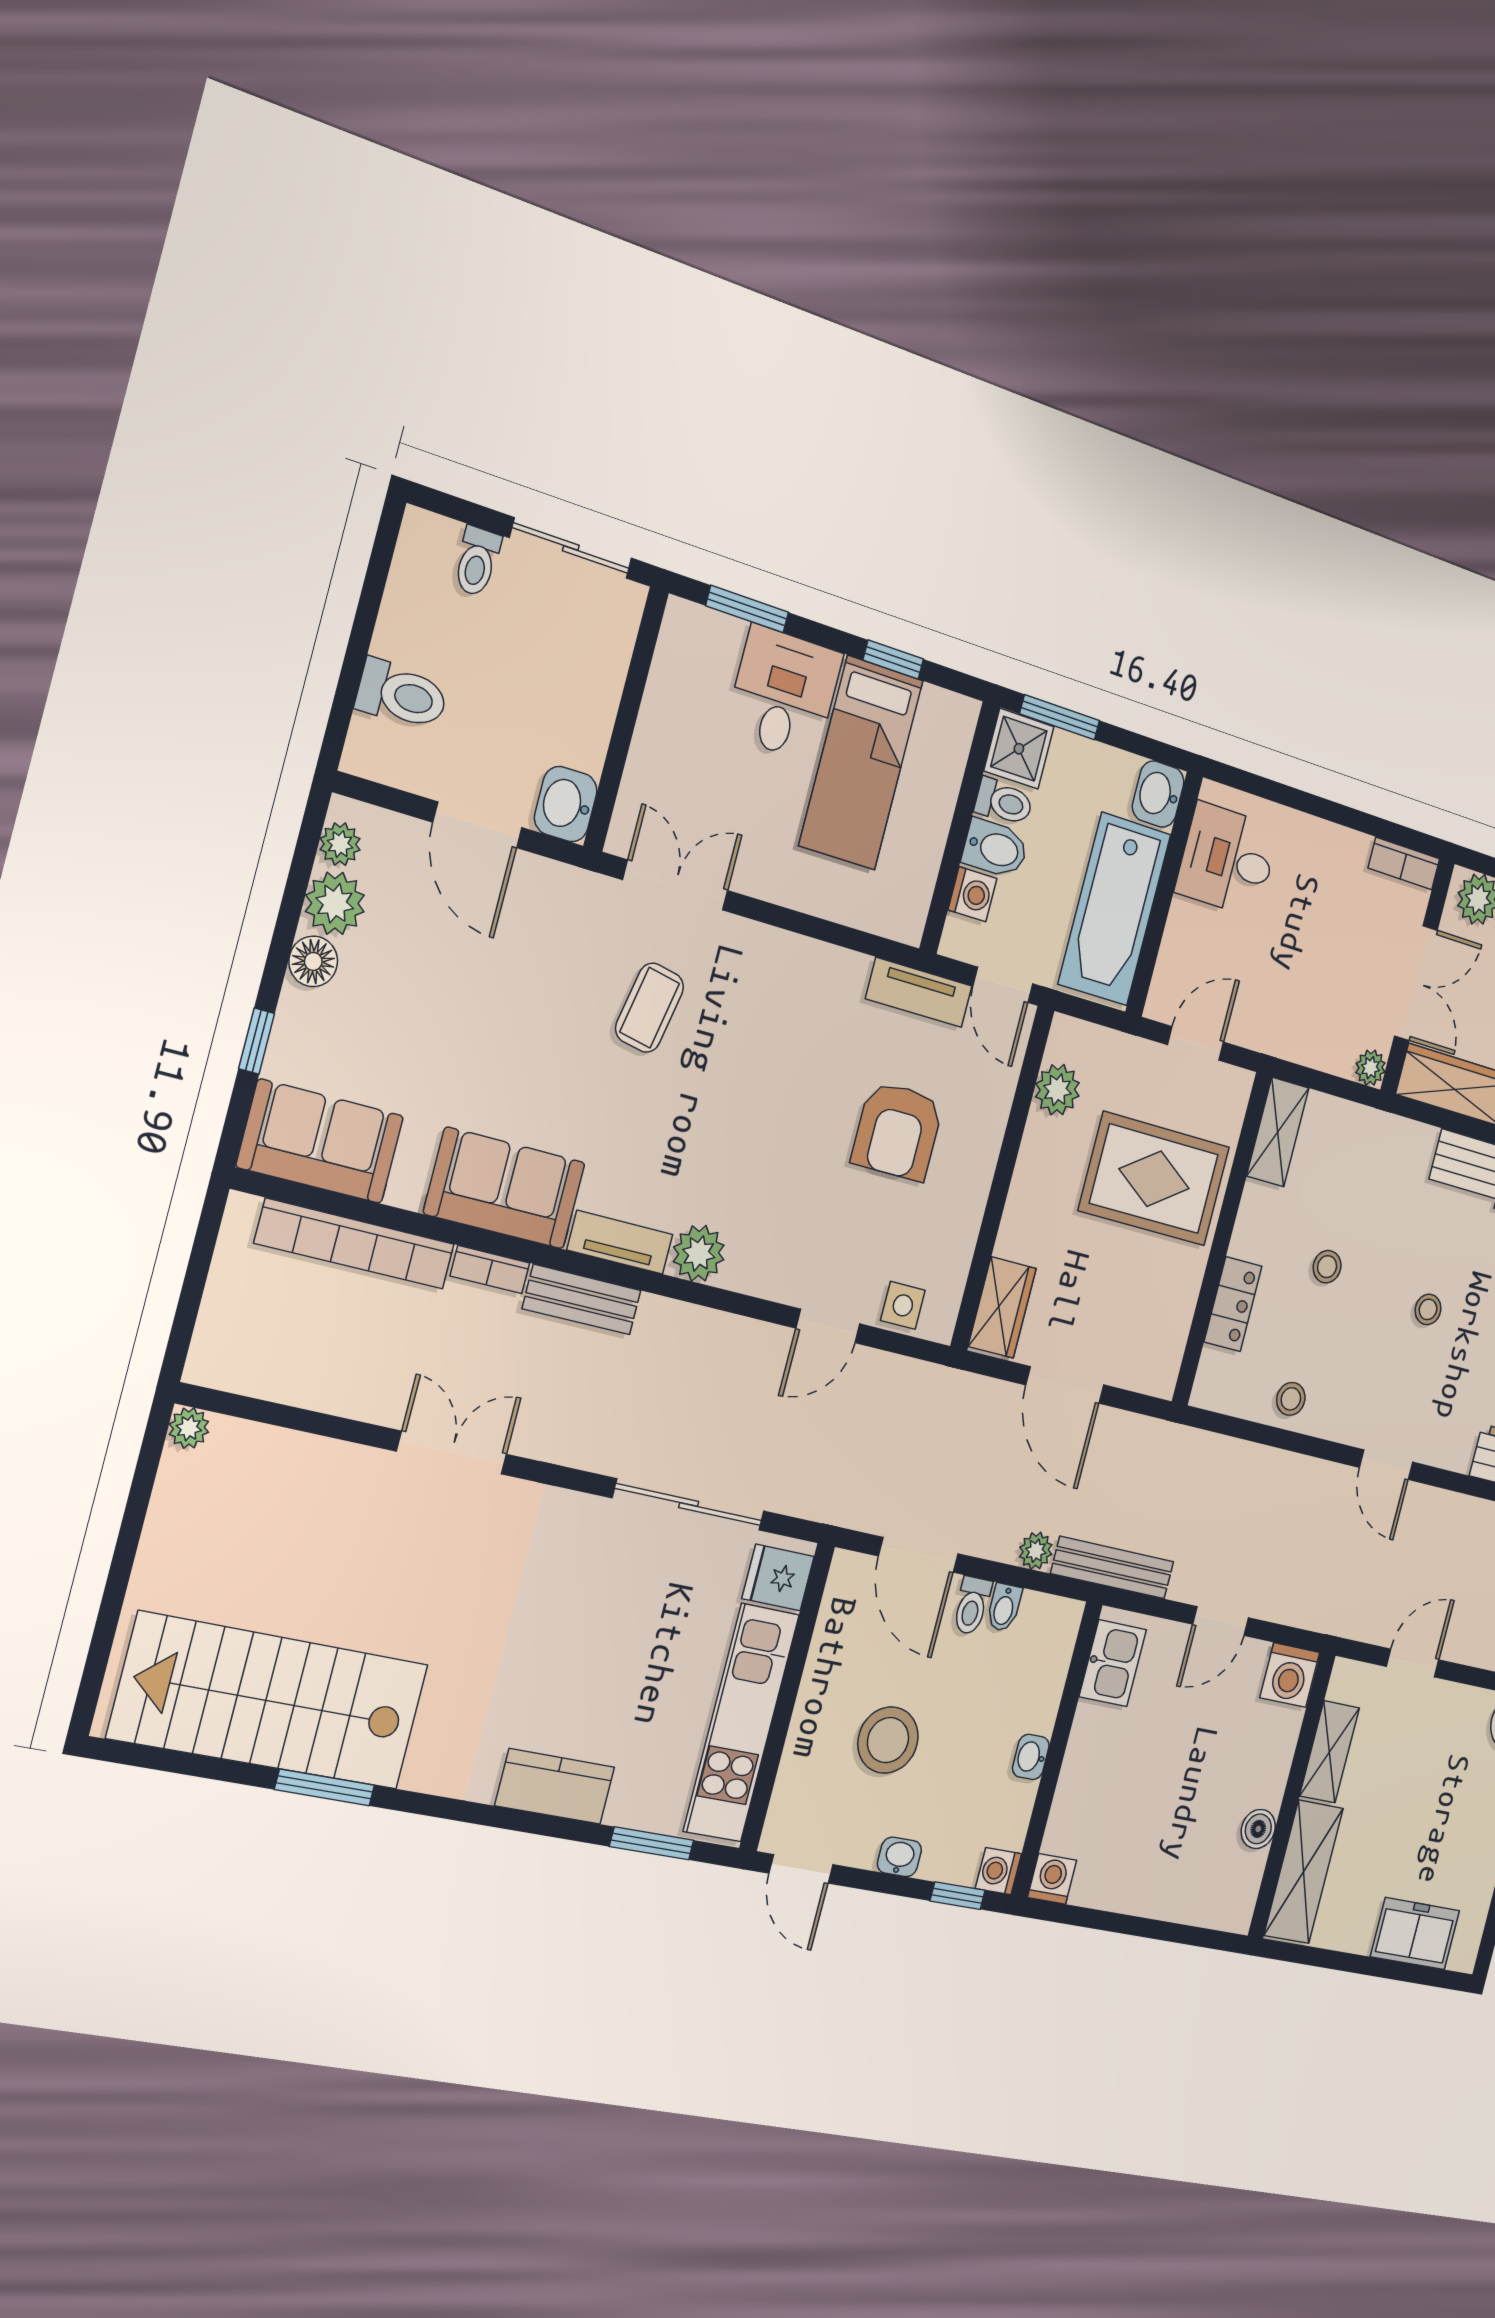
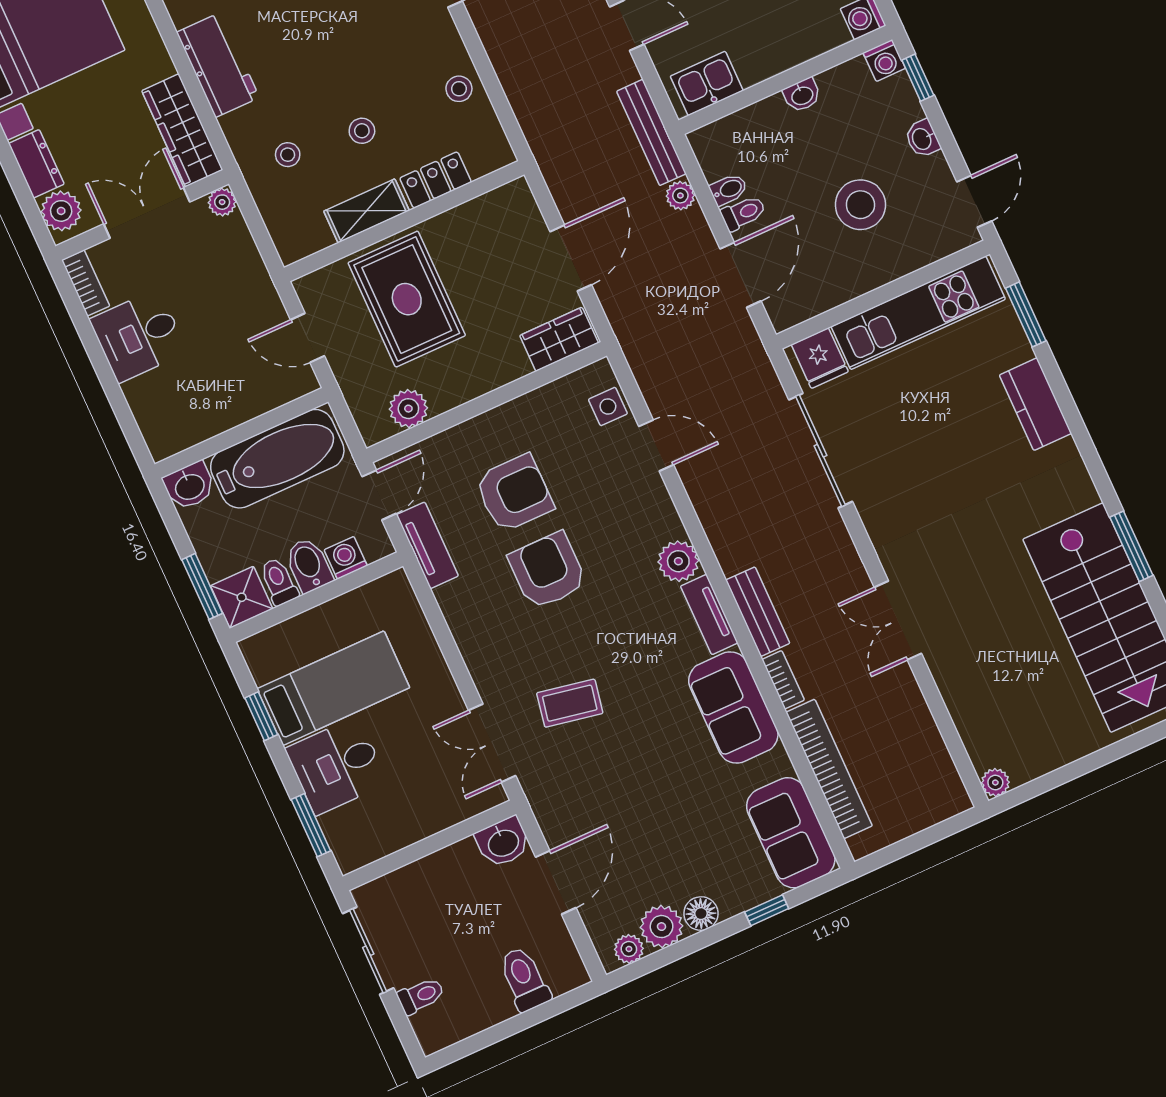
desk: (1227, 860) -> (138, 336), moved, turned 90
armchair: (798, 1101) -> (547, 571), added
shelving: (1278, 1132) -> (366, 211), moved
stool: (1428, 1309) -> (288, 155), moved

